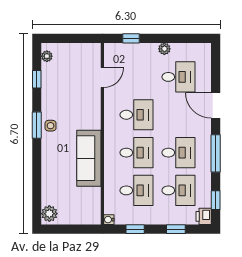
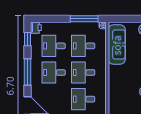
sofa: (89, 158) -> (117, 45), moved
window: (135, 229) -> (84, 19), width x2.17
window: (176, 229) -> (55, 19), removed

